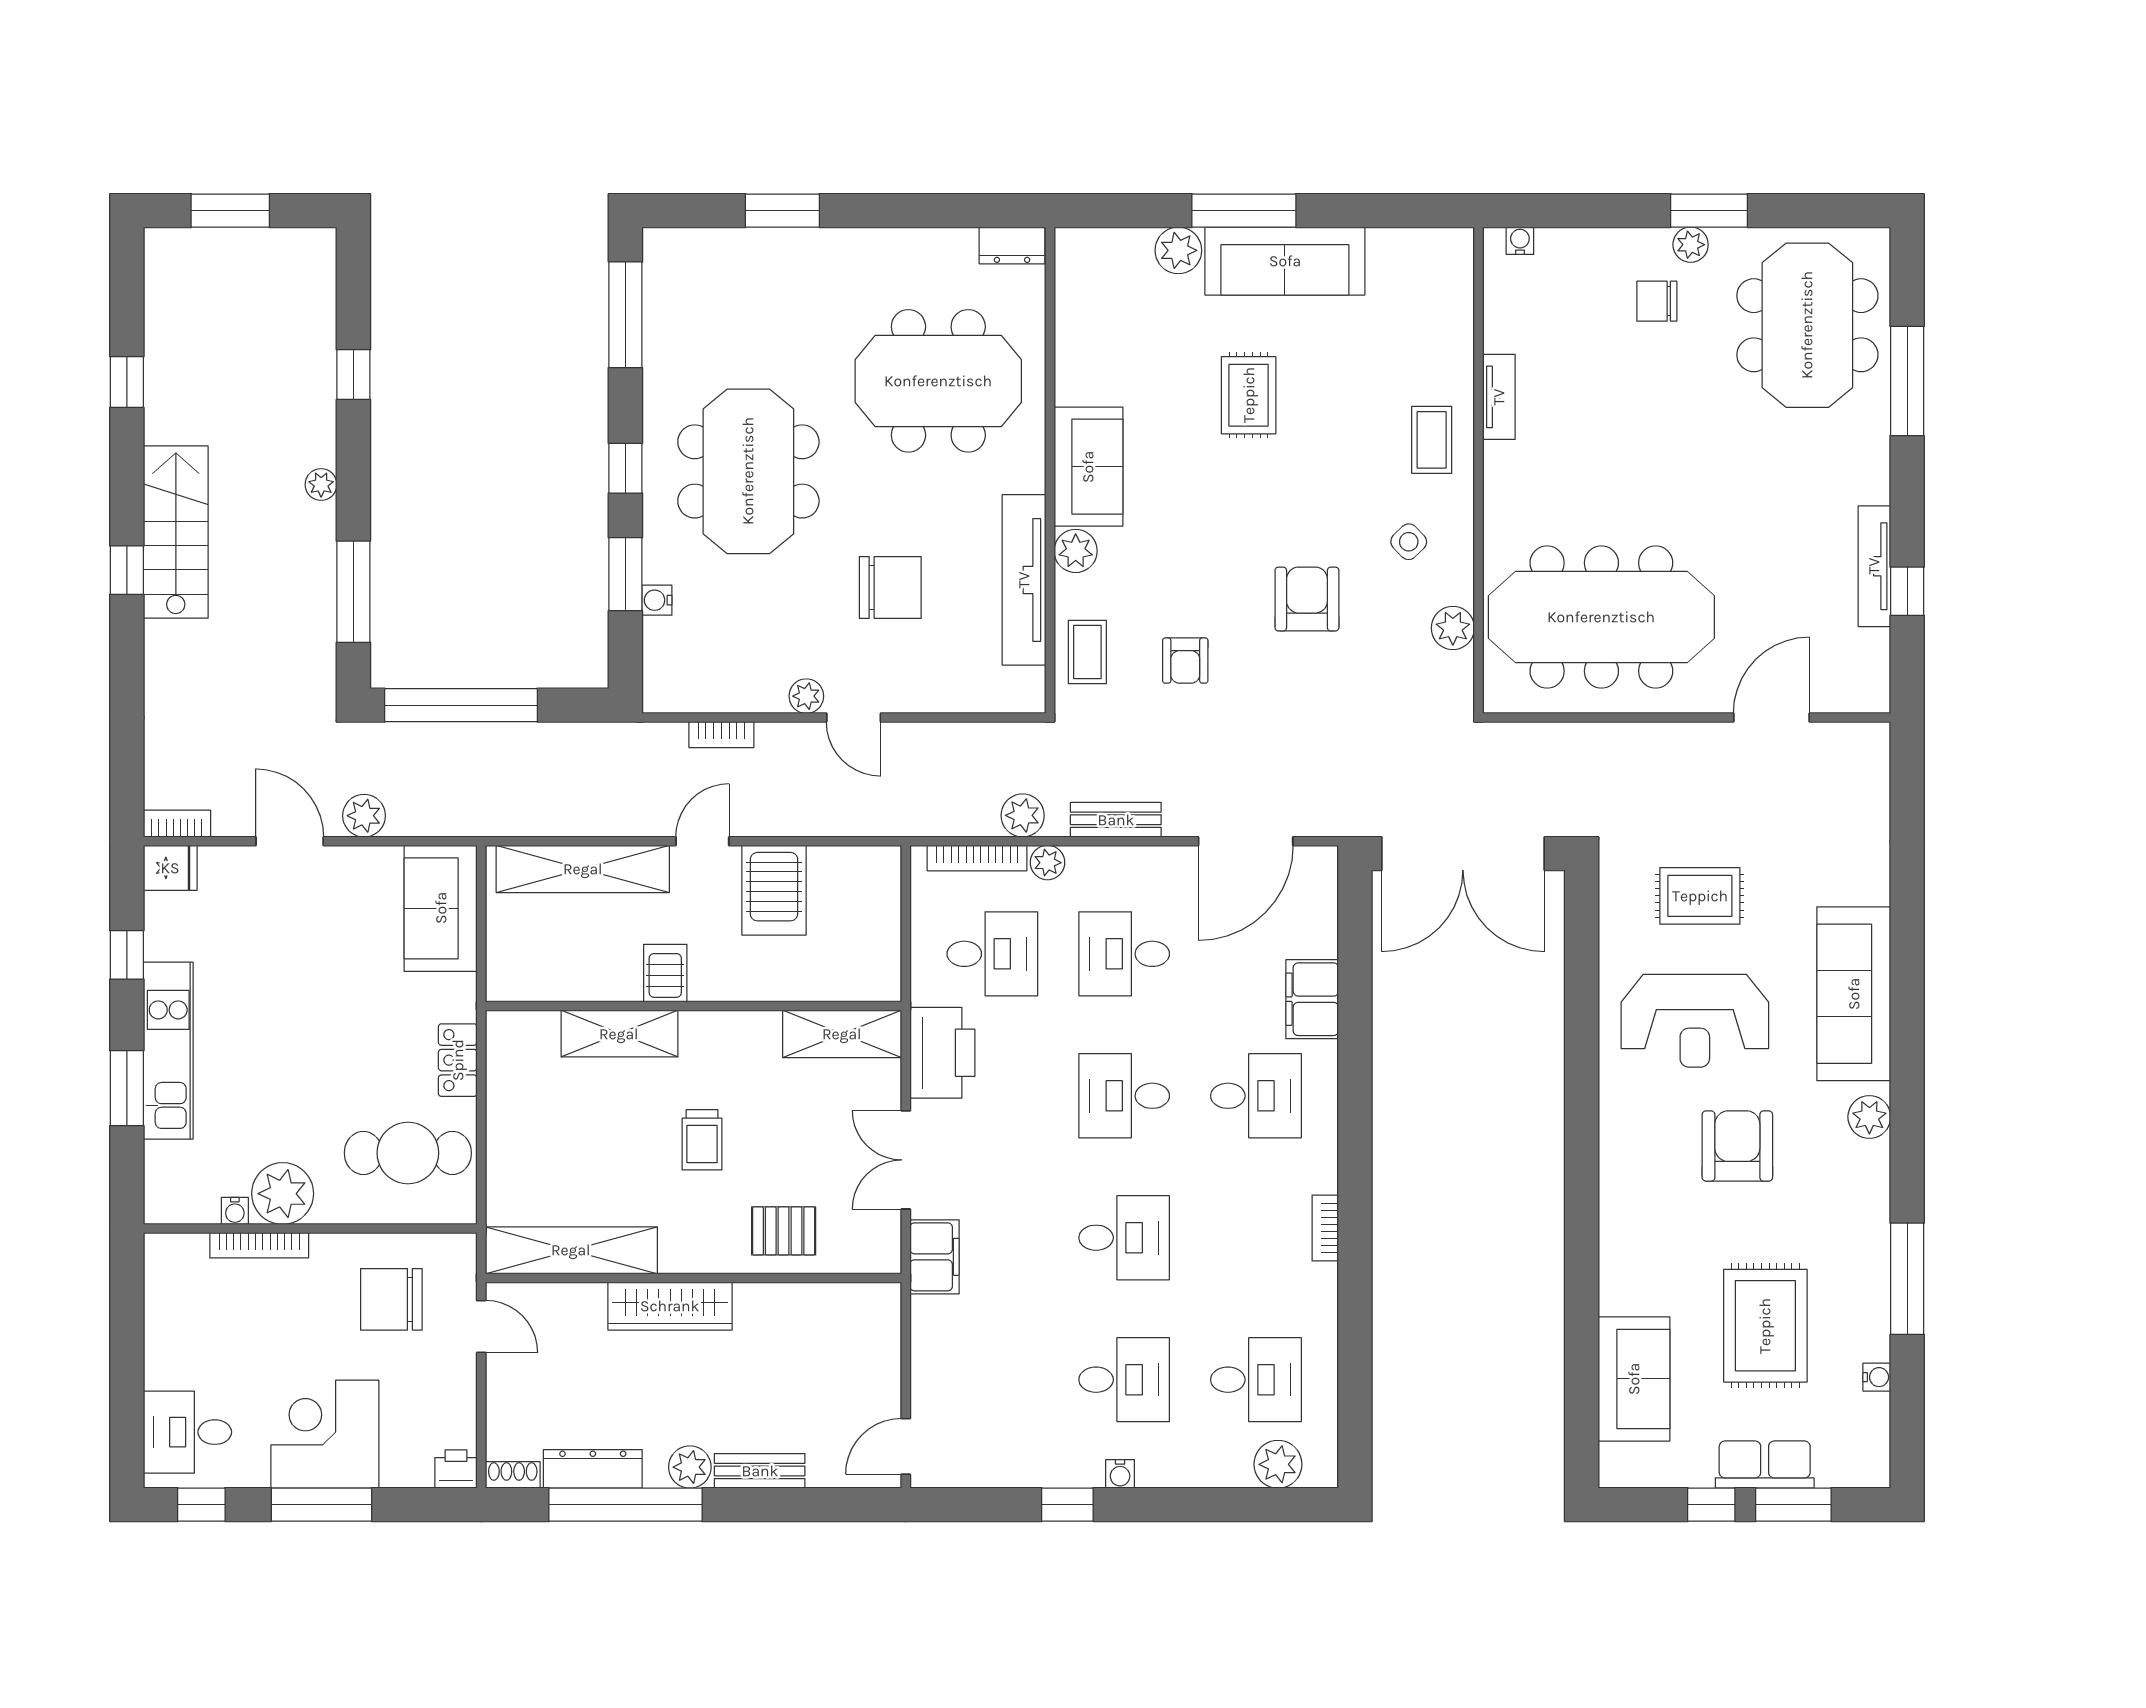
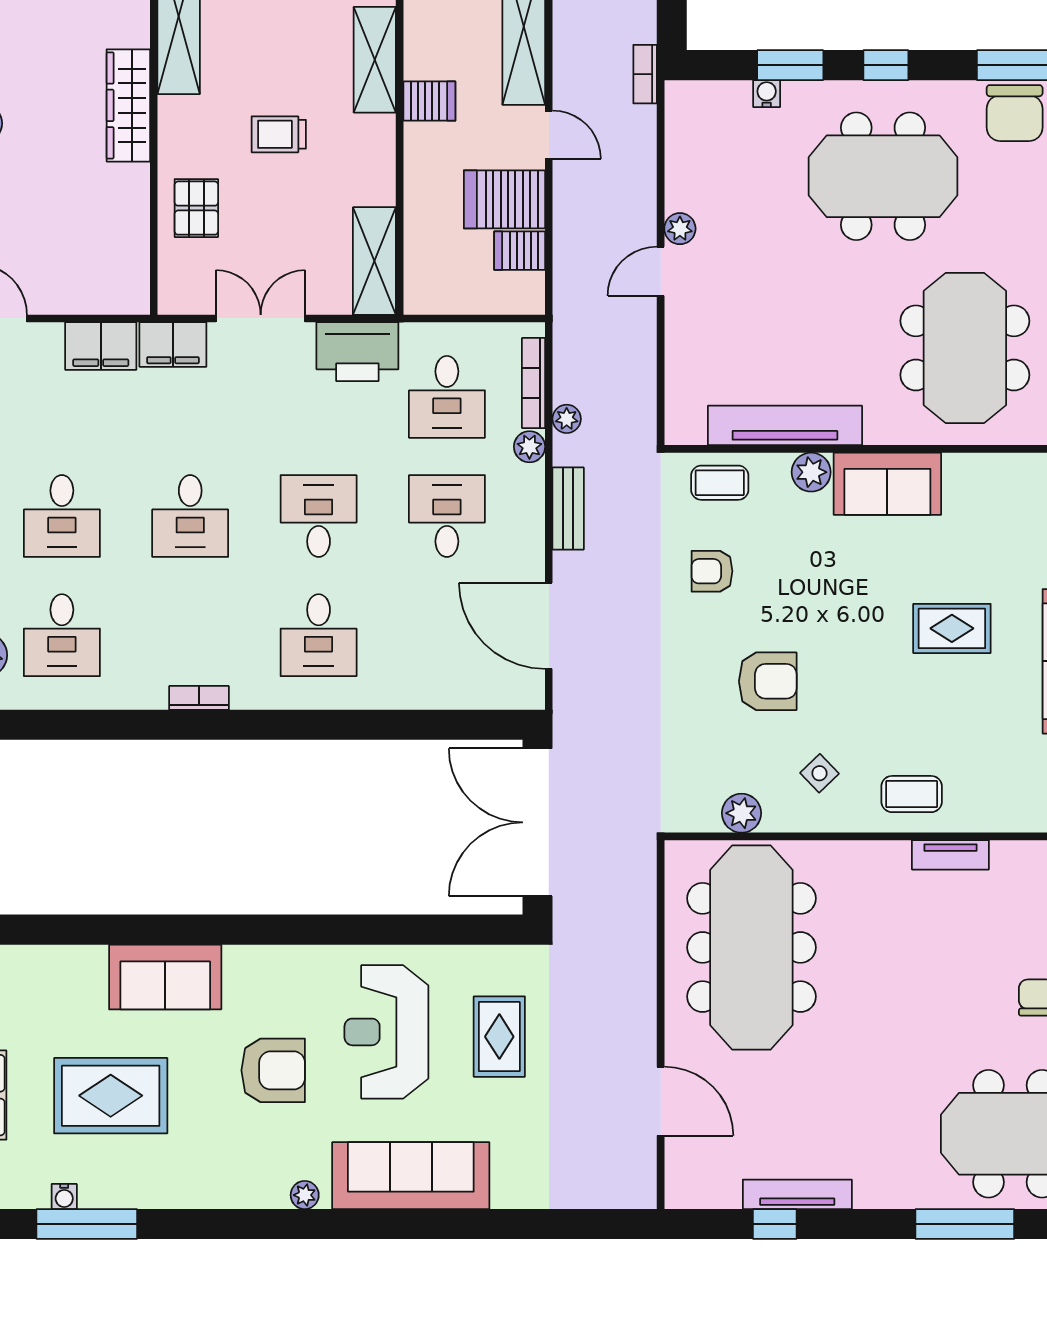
chair: (890, 588) -> (1015, 113), moved
bookcase: (721, 735) -> (645, 74), moved
plant: (1023, 815) -> (567, 419), width x0.73, depth x0.73
server rack: (831, 873) -> (520, 251), added
filing cabinet: (1312, 999) -> (101, 346), moved, turned 180
plant: (1869, 1117) -> (305, 1195), width x0.73, depth x0.73
window: (1907, 1279) -> (87, 1224), moved
sofa: (1634, 1379) -> (165, 977), moved

